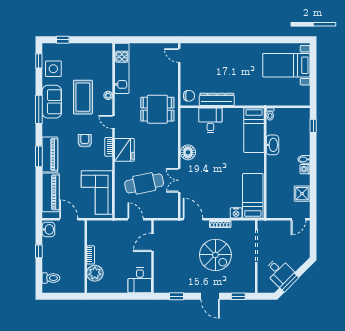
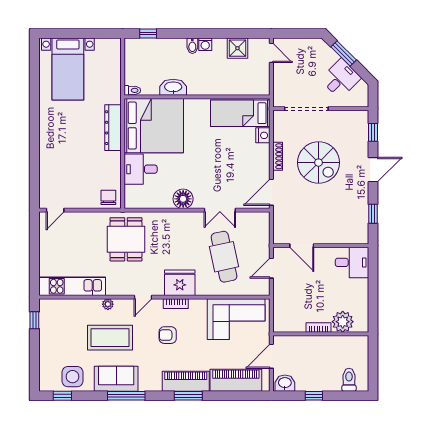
window: (63, 40) -> (34, 320), moved
dresser: (217, 99) -> (113, 128), moved
bed: (254, 130) -> (154, 126), width x2.04
spiral stairs: (215, 255) -> (319, 163), turned 90
window: (289, 283) -> (344, 53), moved

